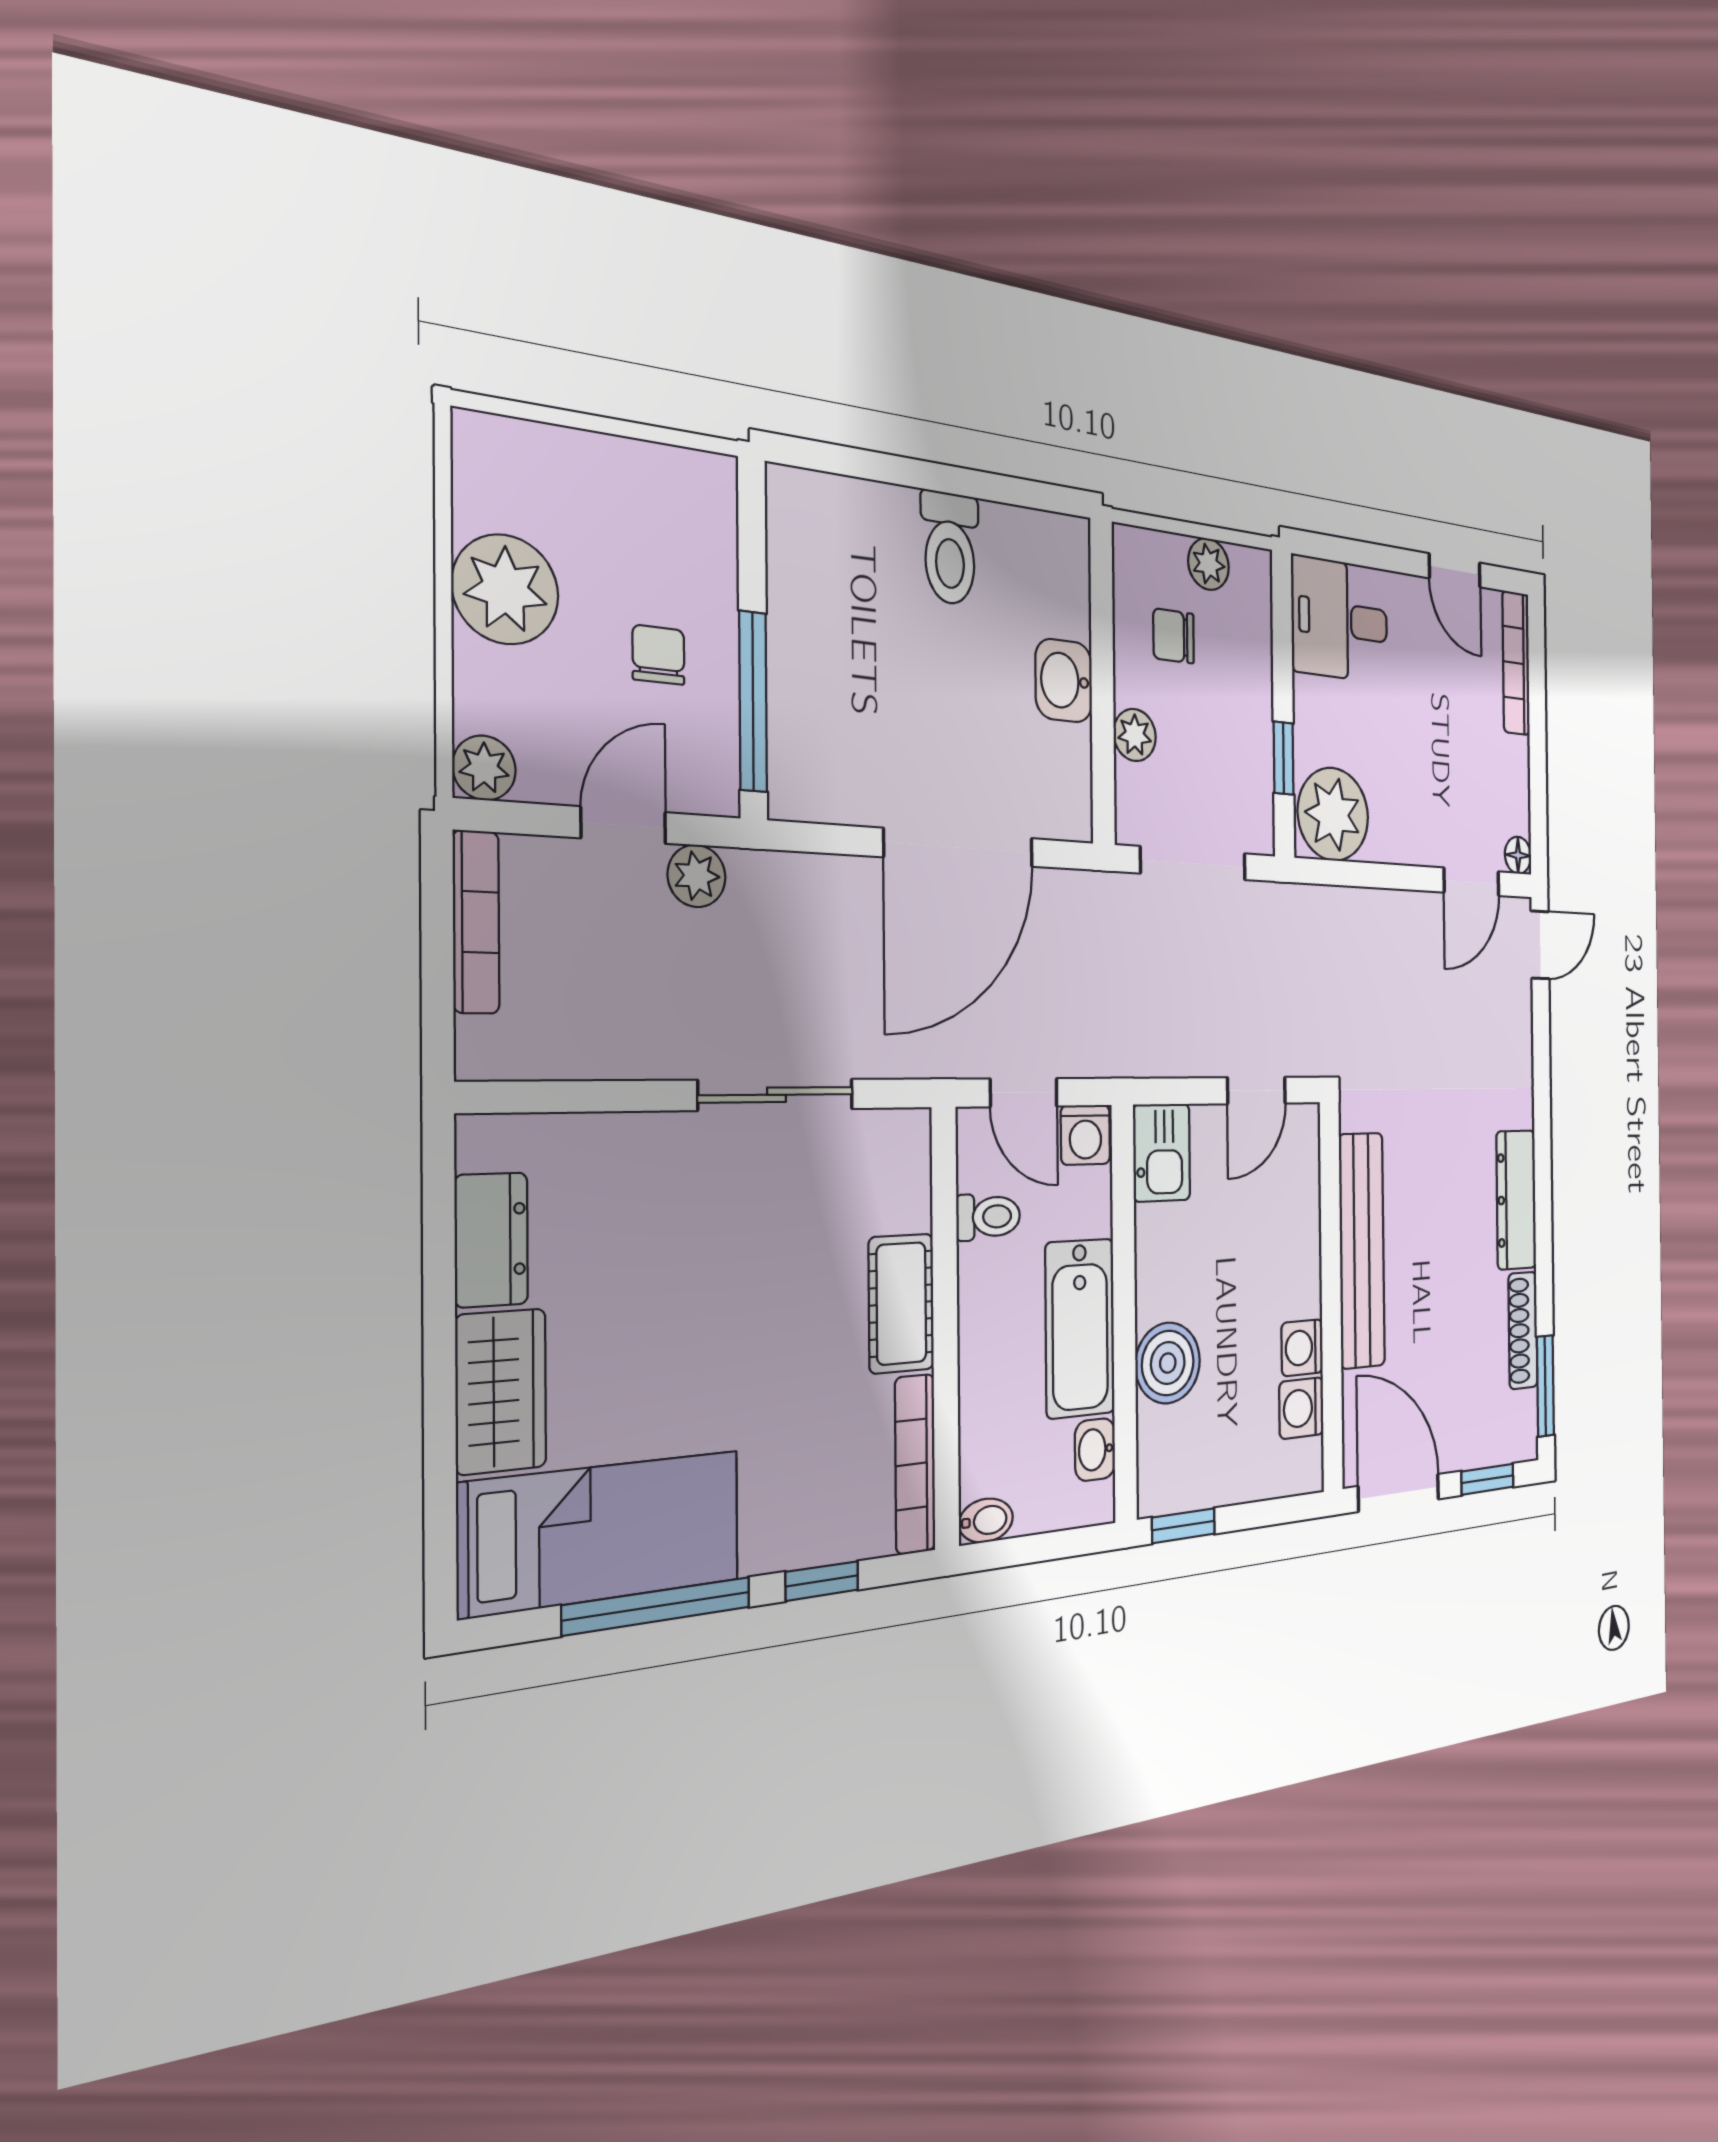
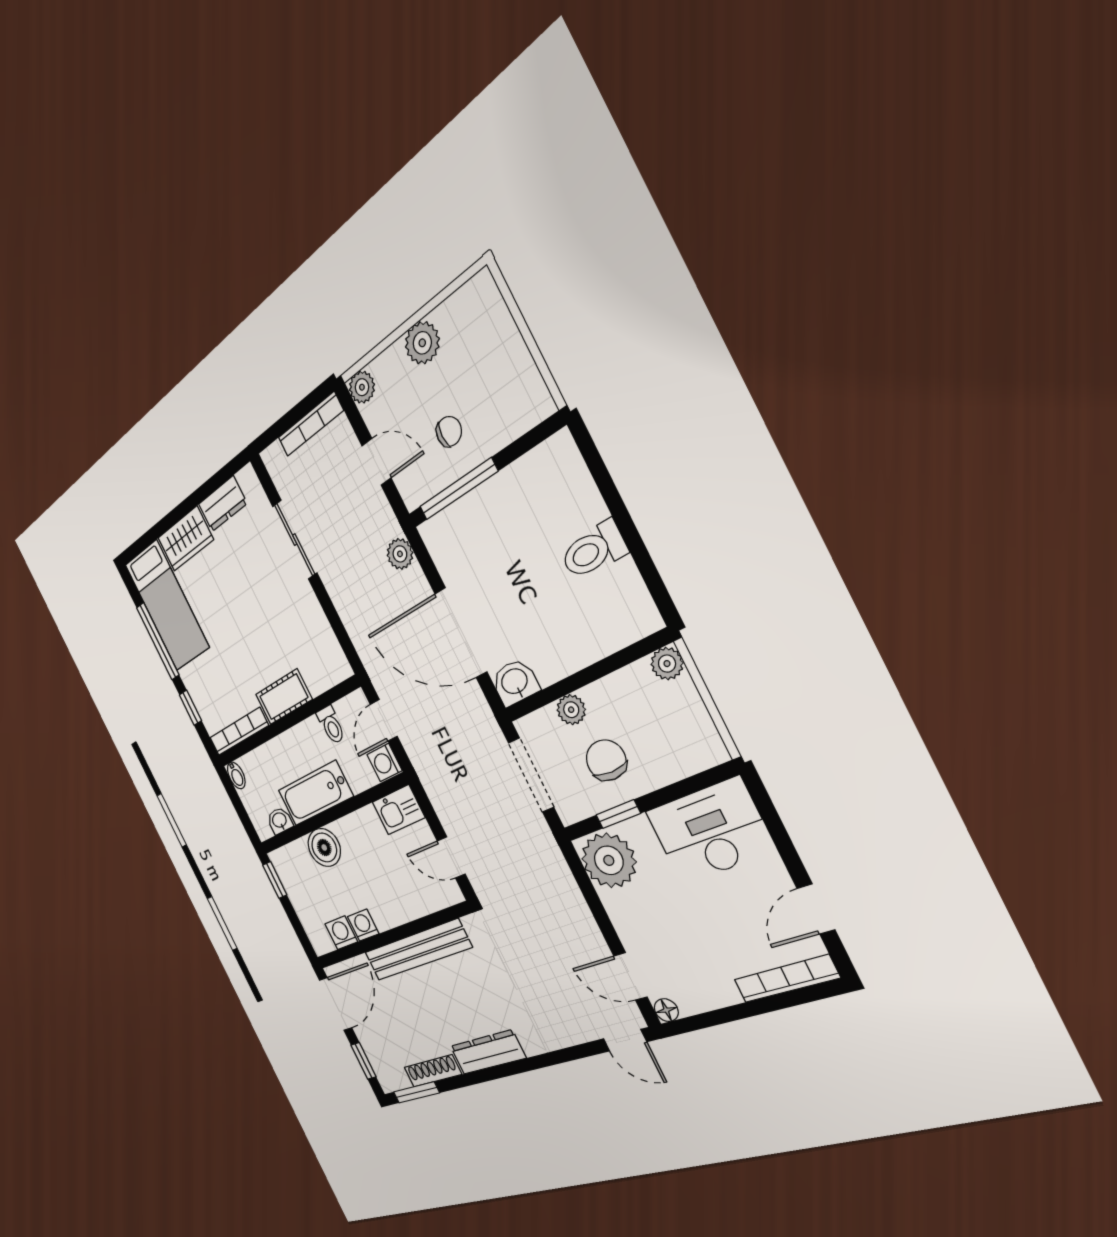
plant: (1209, 564) -> (667, 664), moved
plant: (505, 589) -> (422, 343), width x0.73, depth x0.73
desk: (1340, 620) -> (710, 831), width x1.37
chair: (1174, 636) -> (606, 760), moved, width x1.37, depth x1.37
washbasin: (1064, 681) -> (515, 682), moved
plant: (697, 876) -> (400, 554), moved
sliding door: (776, 1095) -> (295, 540), moved

